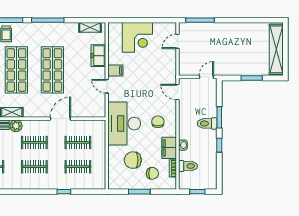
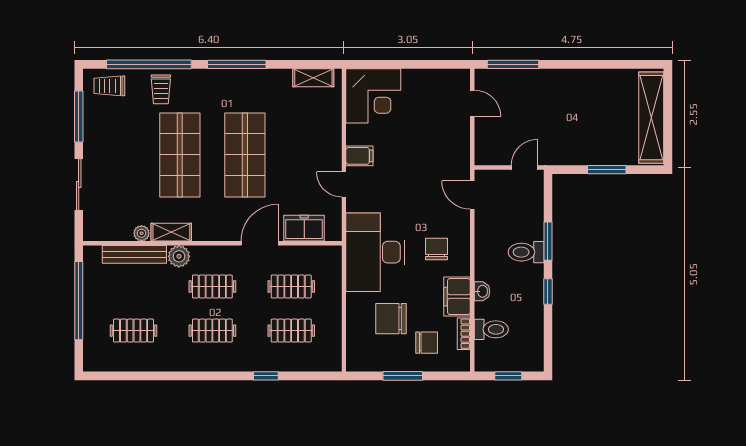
corner desk: (137, 37) -> (373, 96), moved
door: (178, 41) -> (472, 103), swing flipped
freezer: (98, 56) -> (304, 228), moved, turned 90

